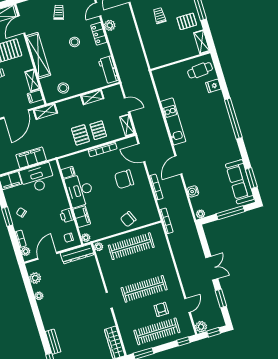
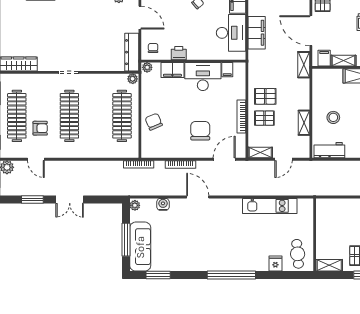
stool: (63, 88) -> (333, 117), moved
kitchen unit: (173, 121) -> (270, 206), moved
sofa: (240, 182) -> (140, 247), moved, turned 90

